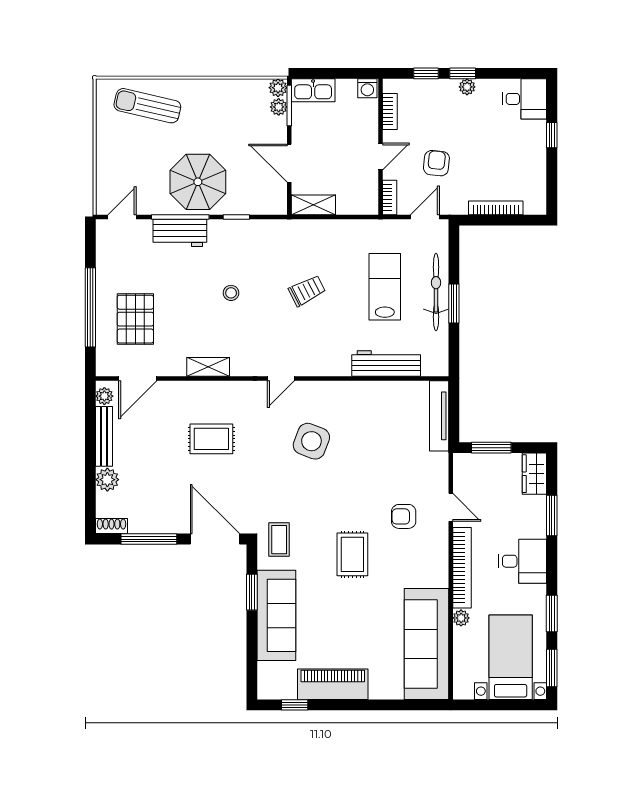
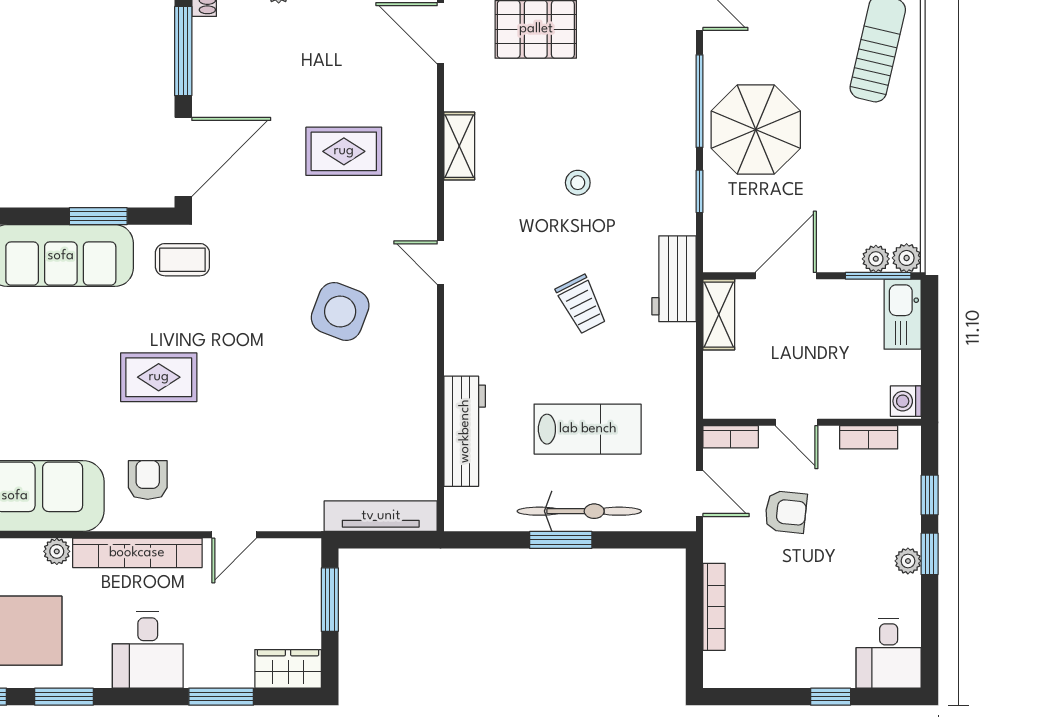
workbench: (180, 233) -> (674, 279), moved
rug: (211, 439) -> (344, 151), turned 90
armchair: (404, 516) -> (148, 480), moved

